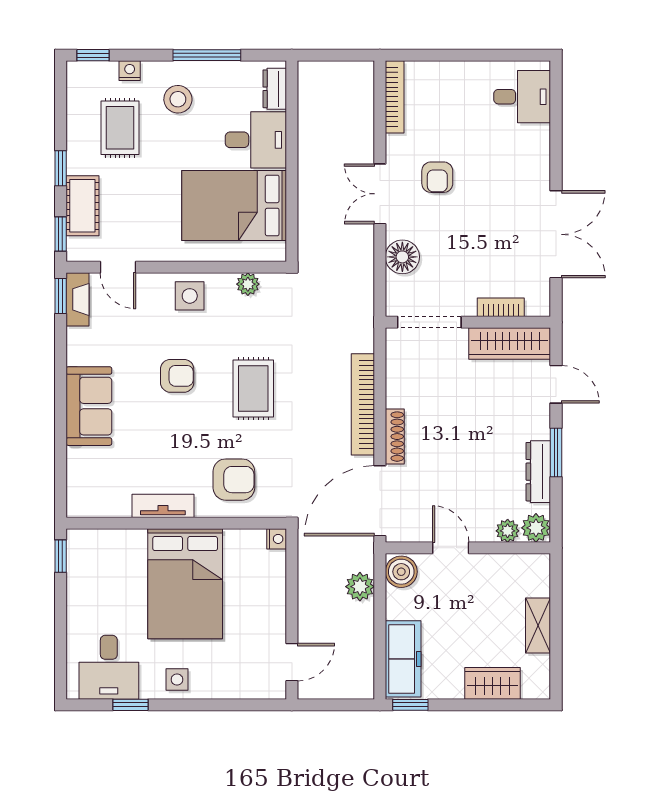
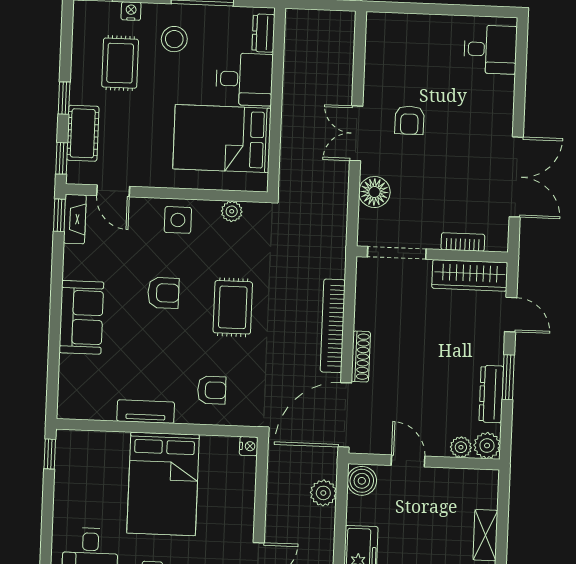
bookcase: (395, 97) -> (373, 45), removed
armchair: (234, 480) -> (212, 390), width x0.72, depth x0.72

